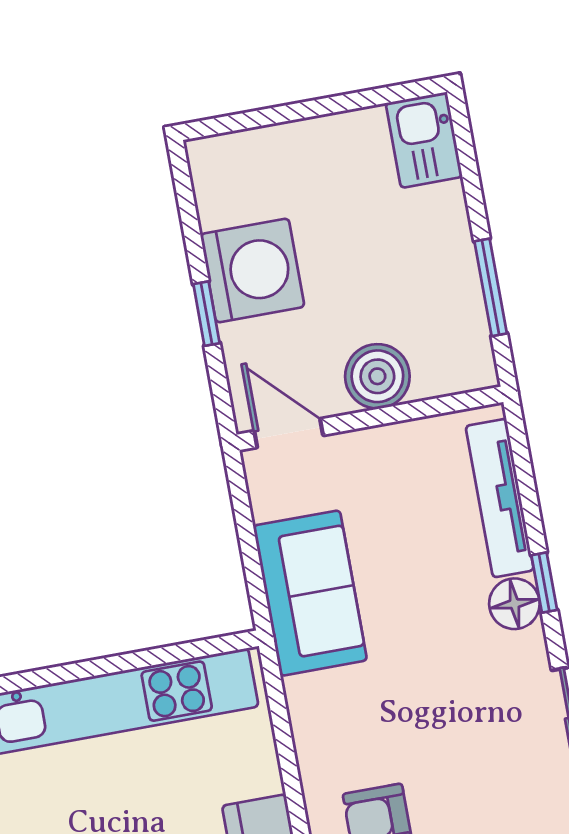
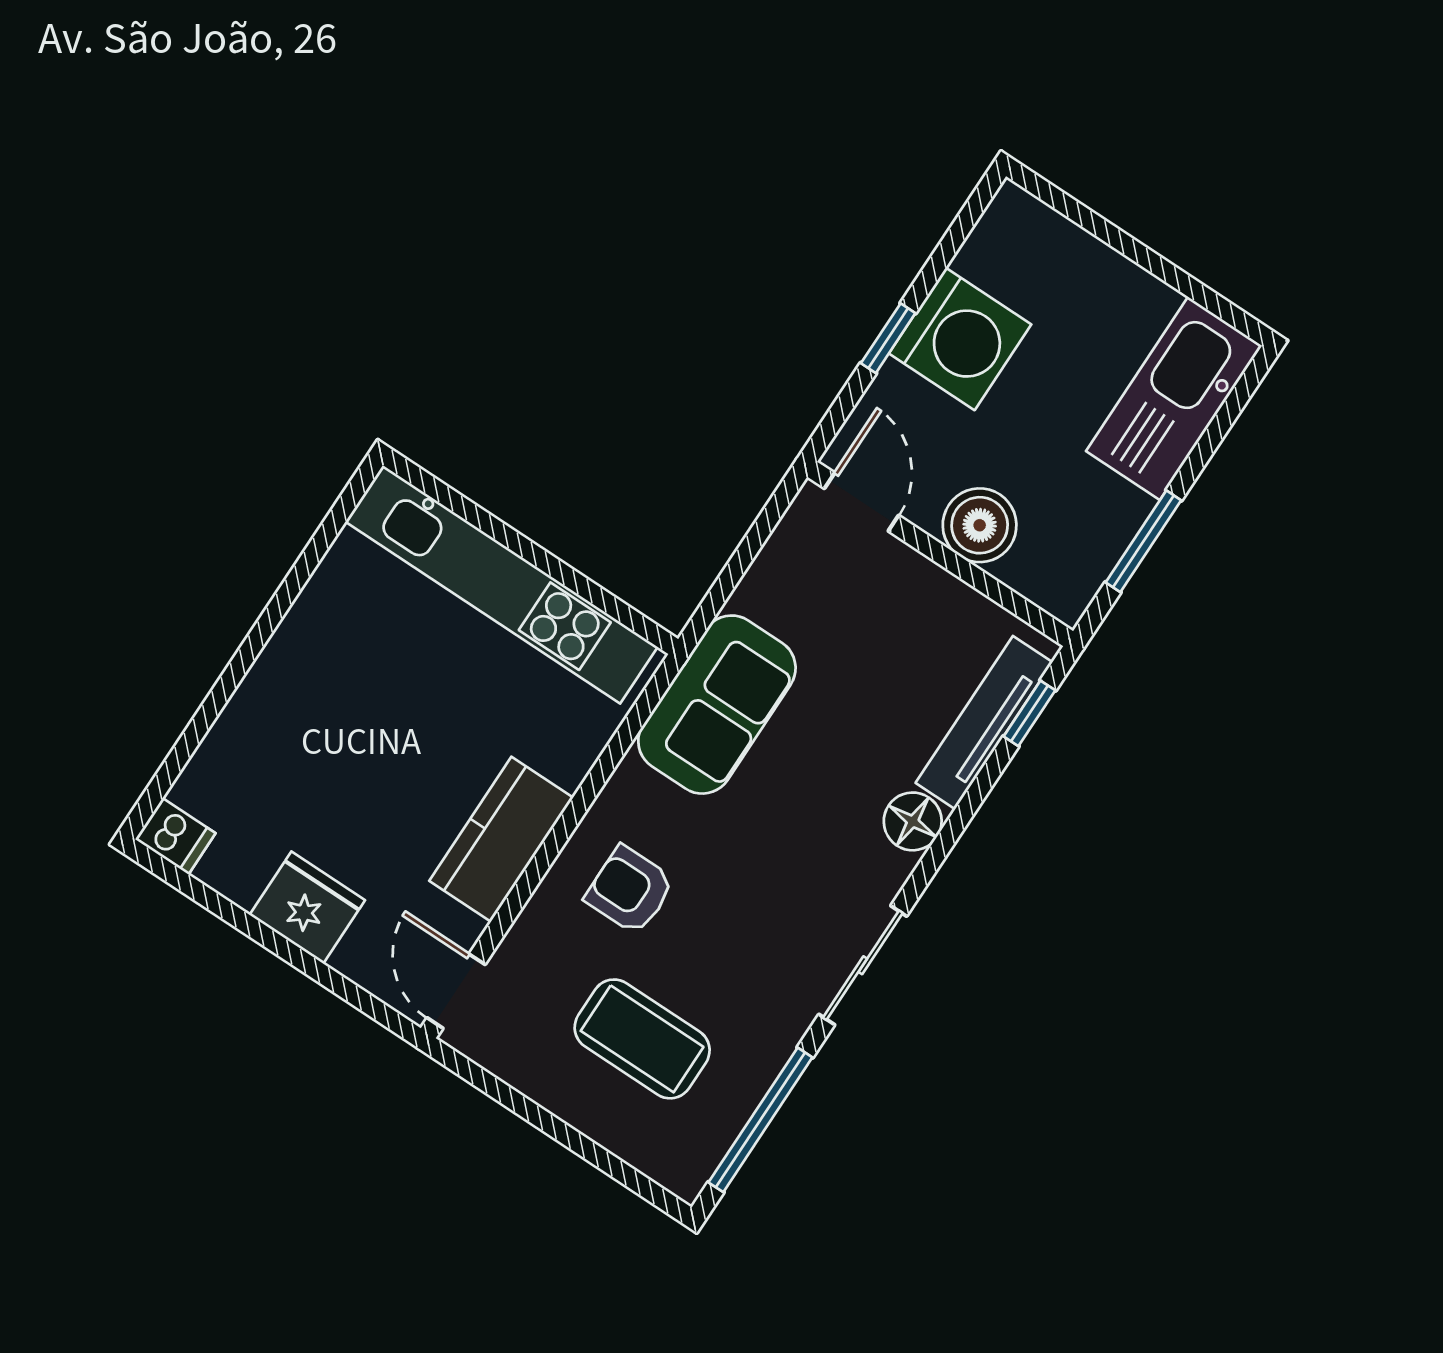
kitchen sink: (424, 140) -> (1174, 398), width x1.88, depth x1.24
window: (544, 583) -> (1029, 713), moved
sofa: (310, 593) -> (717, 705), moved

